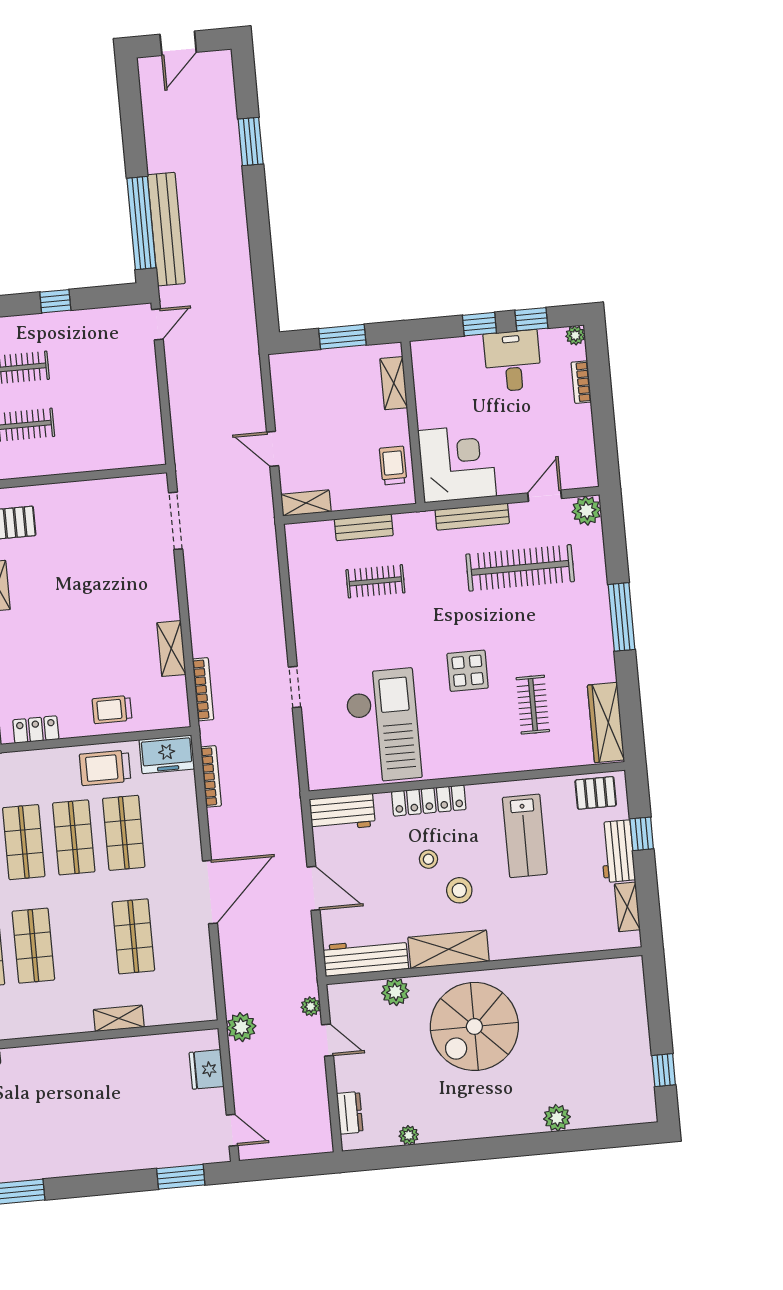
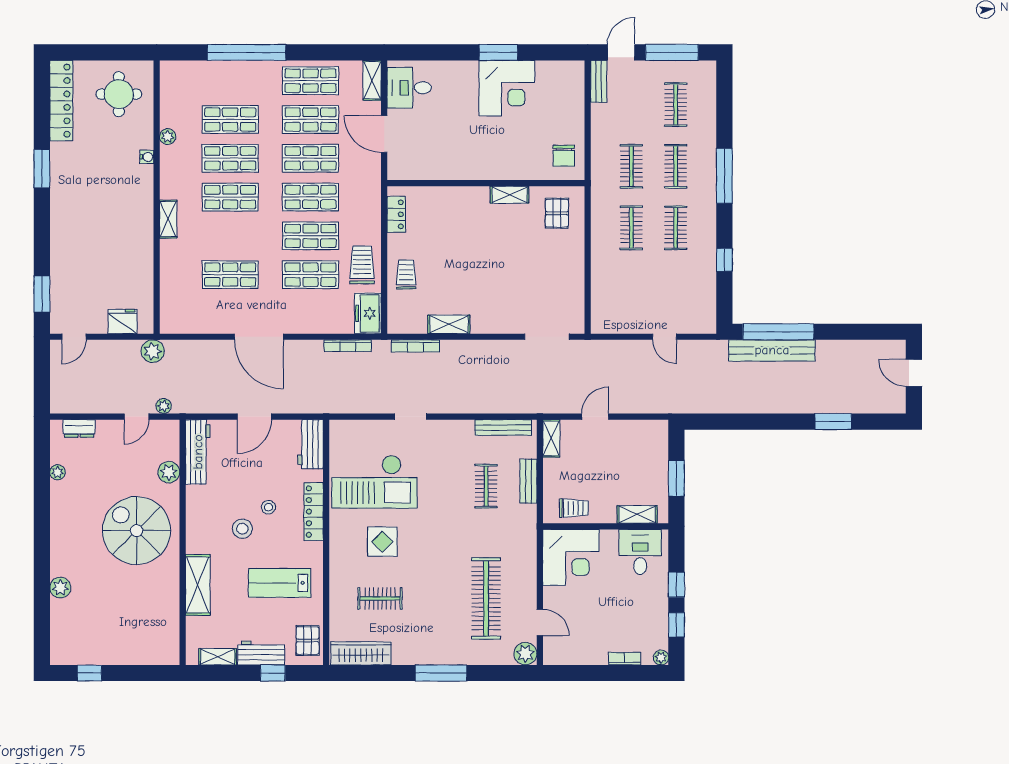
door: (157, 324) -> (664, 337), moved
desk: (513, 361) -> (640, 552), moved, turned -90
bench: (472, 517) -> (503, 427), moved, turned 90
display table: (468, 671) -> (382, 542), moved
shelving: (449, 949) -> (198, 585), moved
shelving: (119, 1018) -> (168, 219), moved

